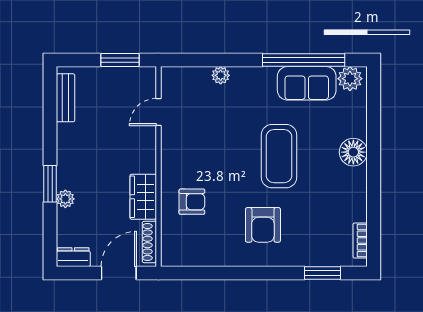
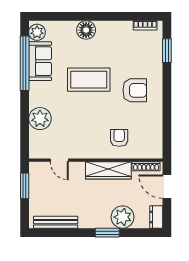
plant: (221, 75) -> (40, 119), width x1.88, depth x1.88
bench: (66, 98) -> (56, 222), width x1.36
wardrobe: (143, 197) -> (108, 170), width x1.50
plant: (65, 199) -> (123, 217), width x1.88, depth x1.88

